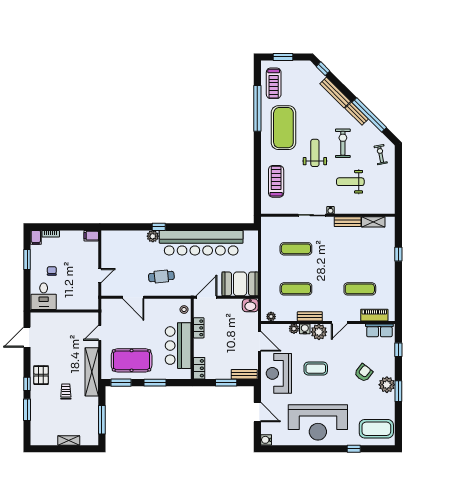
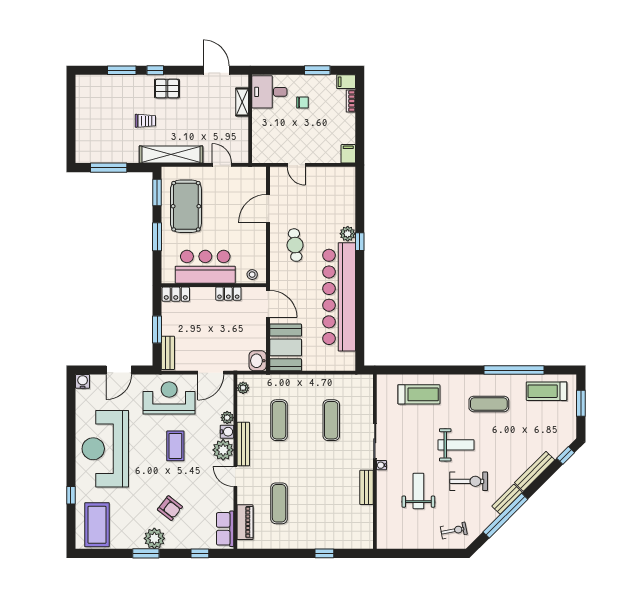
exercise mat: (283, 128) -> (489, 404), width x0.50, depth x0.69
shelving: (373, 222) -> (366, 521), removed
bench: (310, 316) -> (243, 444), width x1.36
shelving: (69, 441) -> (242, 102), moved

